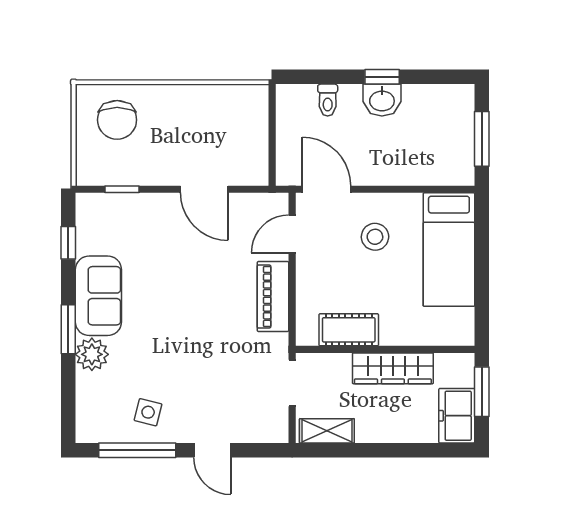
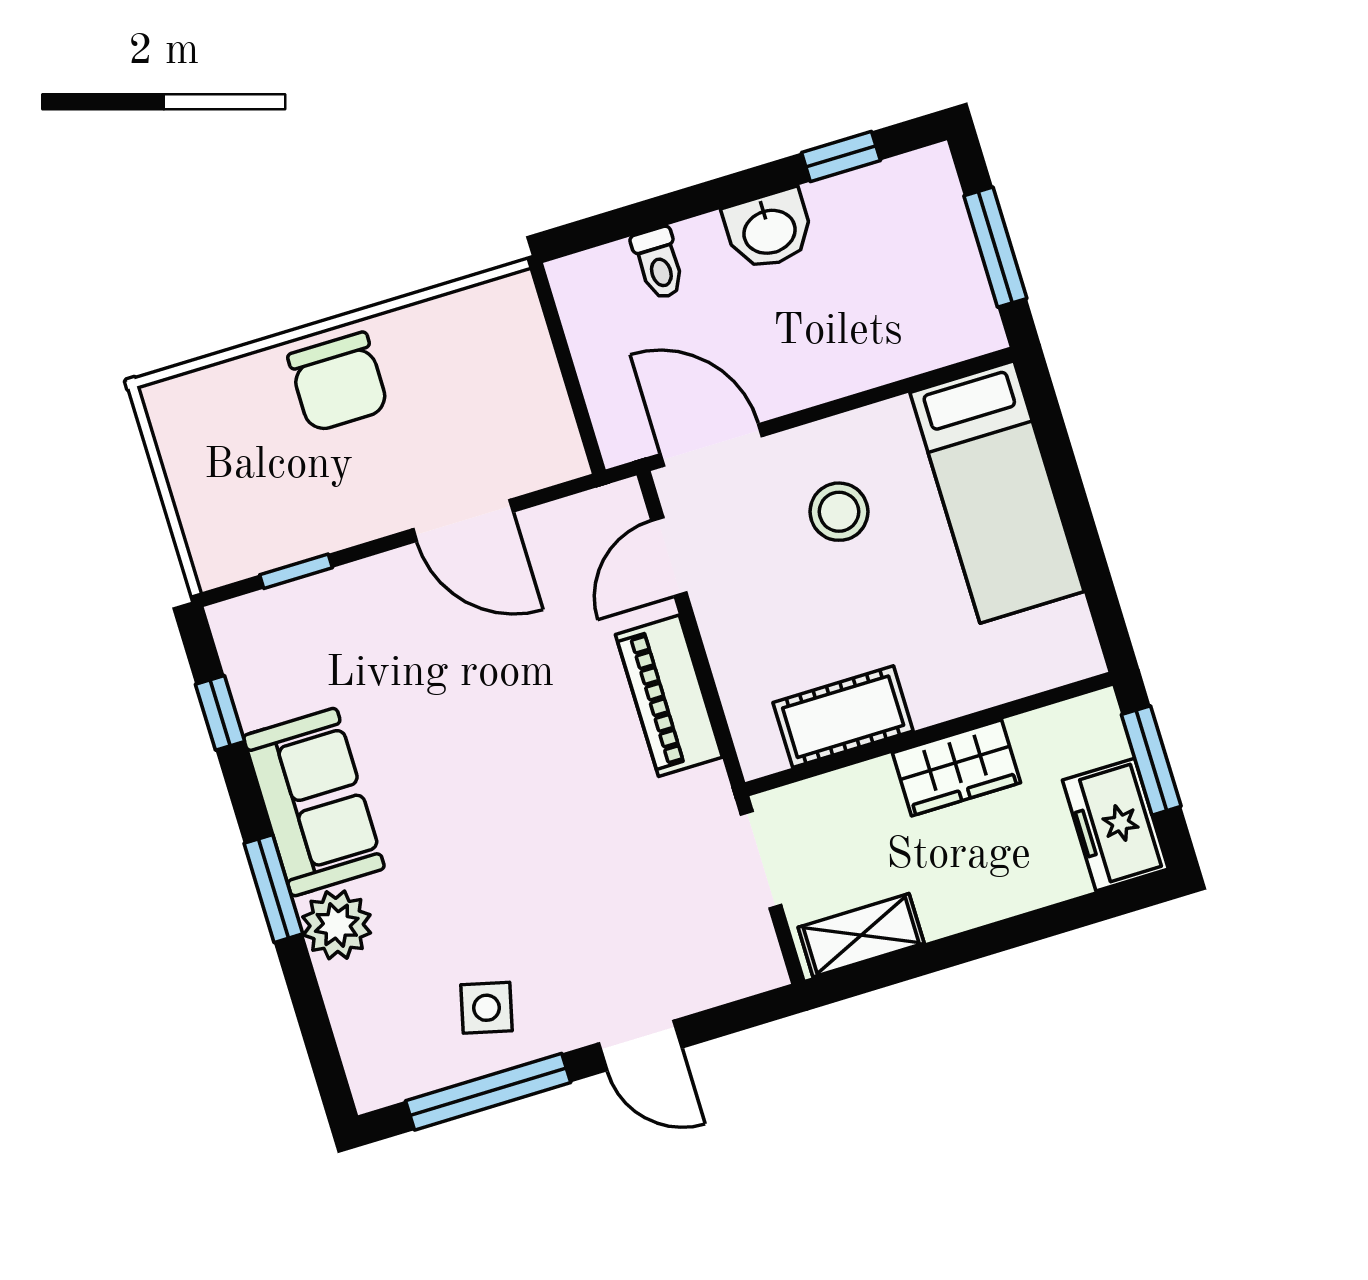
window: (382, 77) -> (841, 156), moved
chair: (117, 120) -> (338, 382), moved
wardrobe: (393, 368) -> (956, 768), width x0.67

